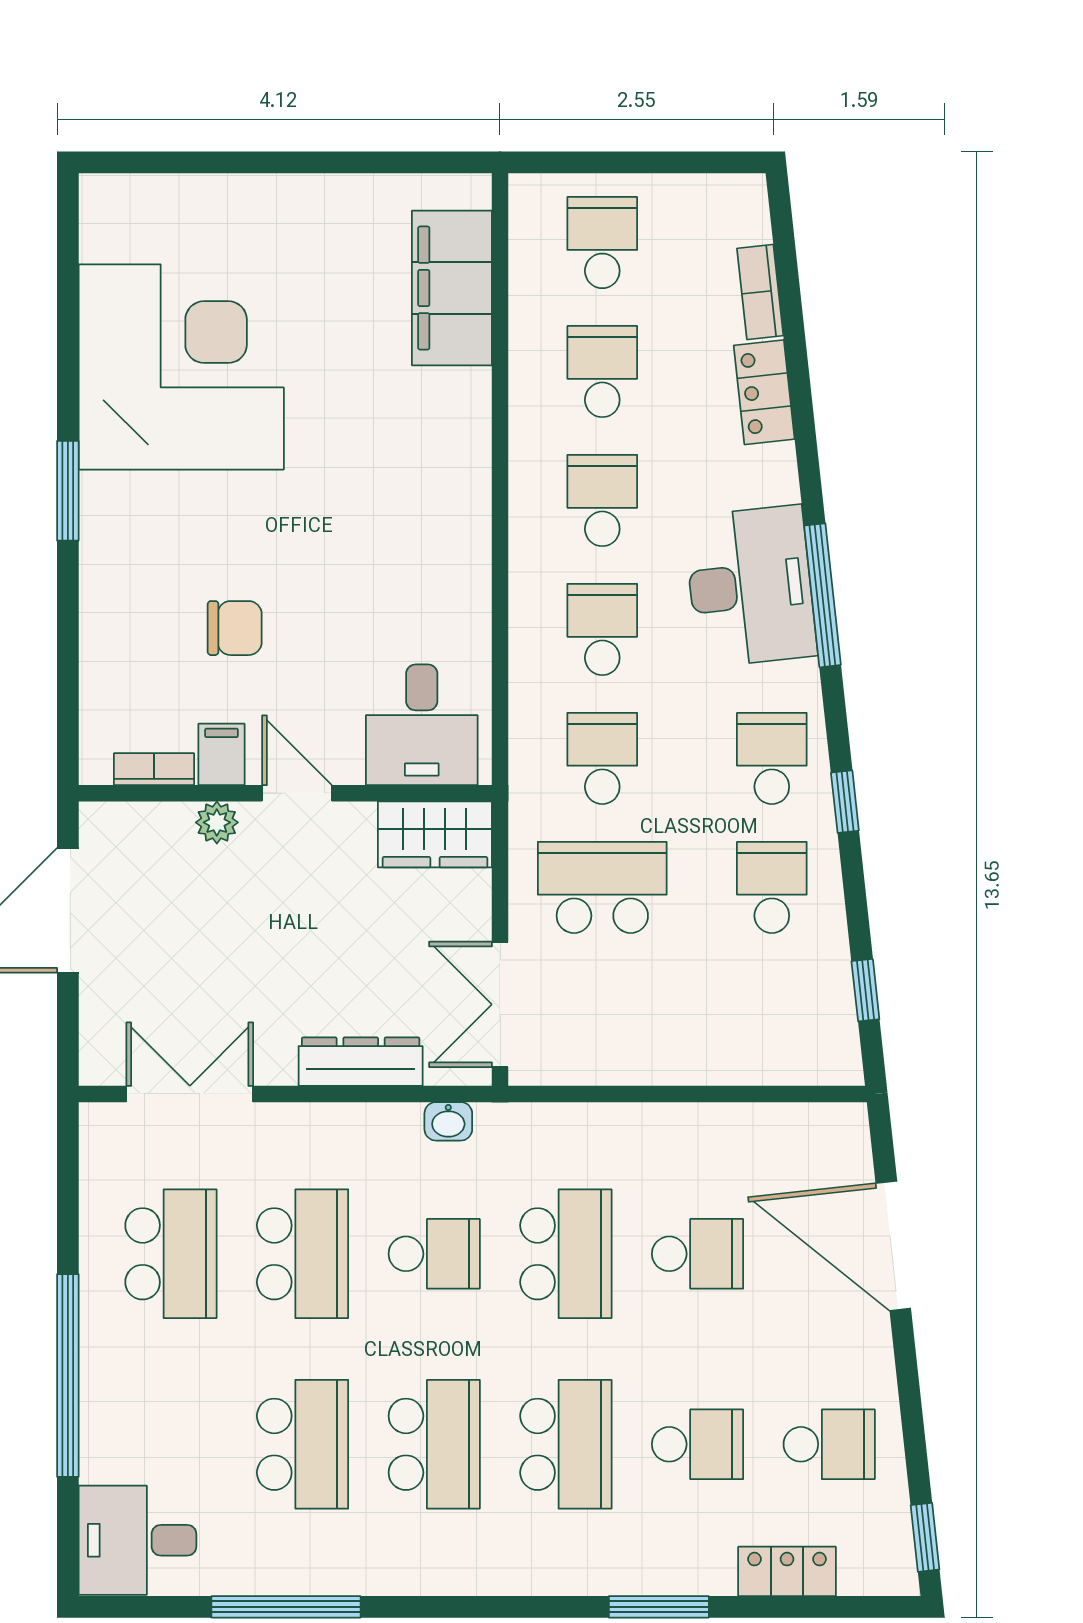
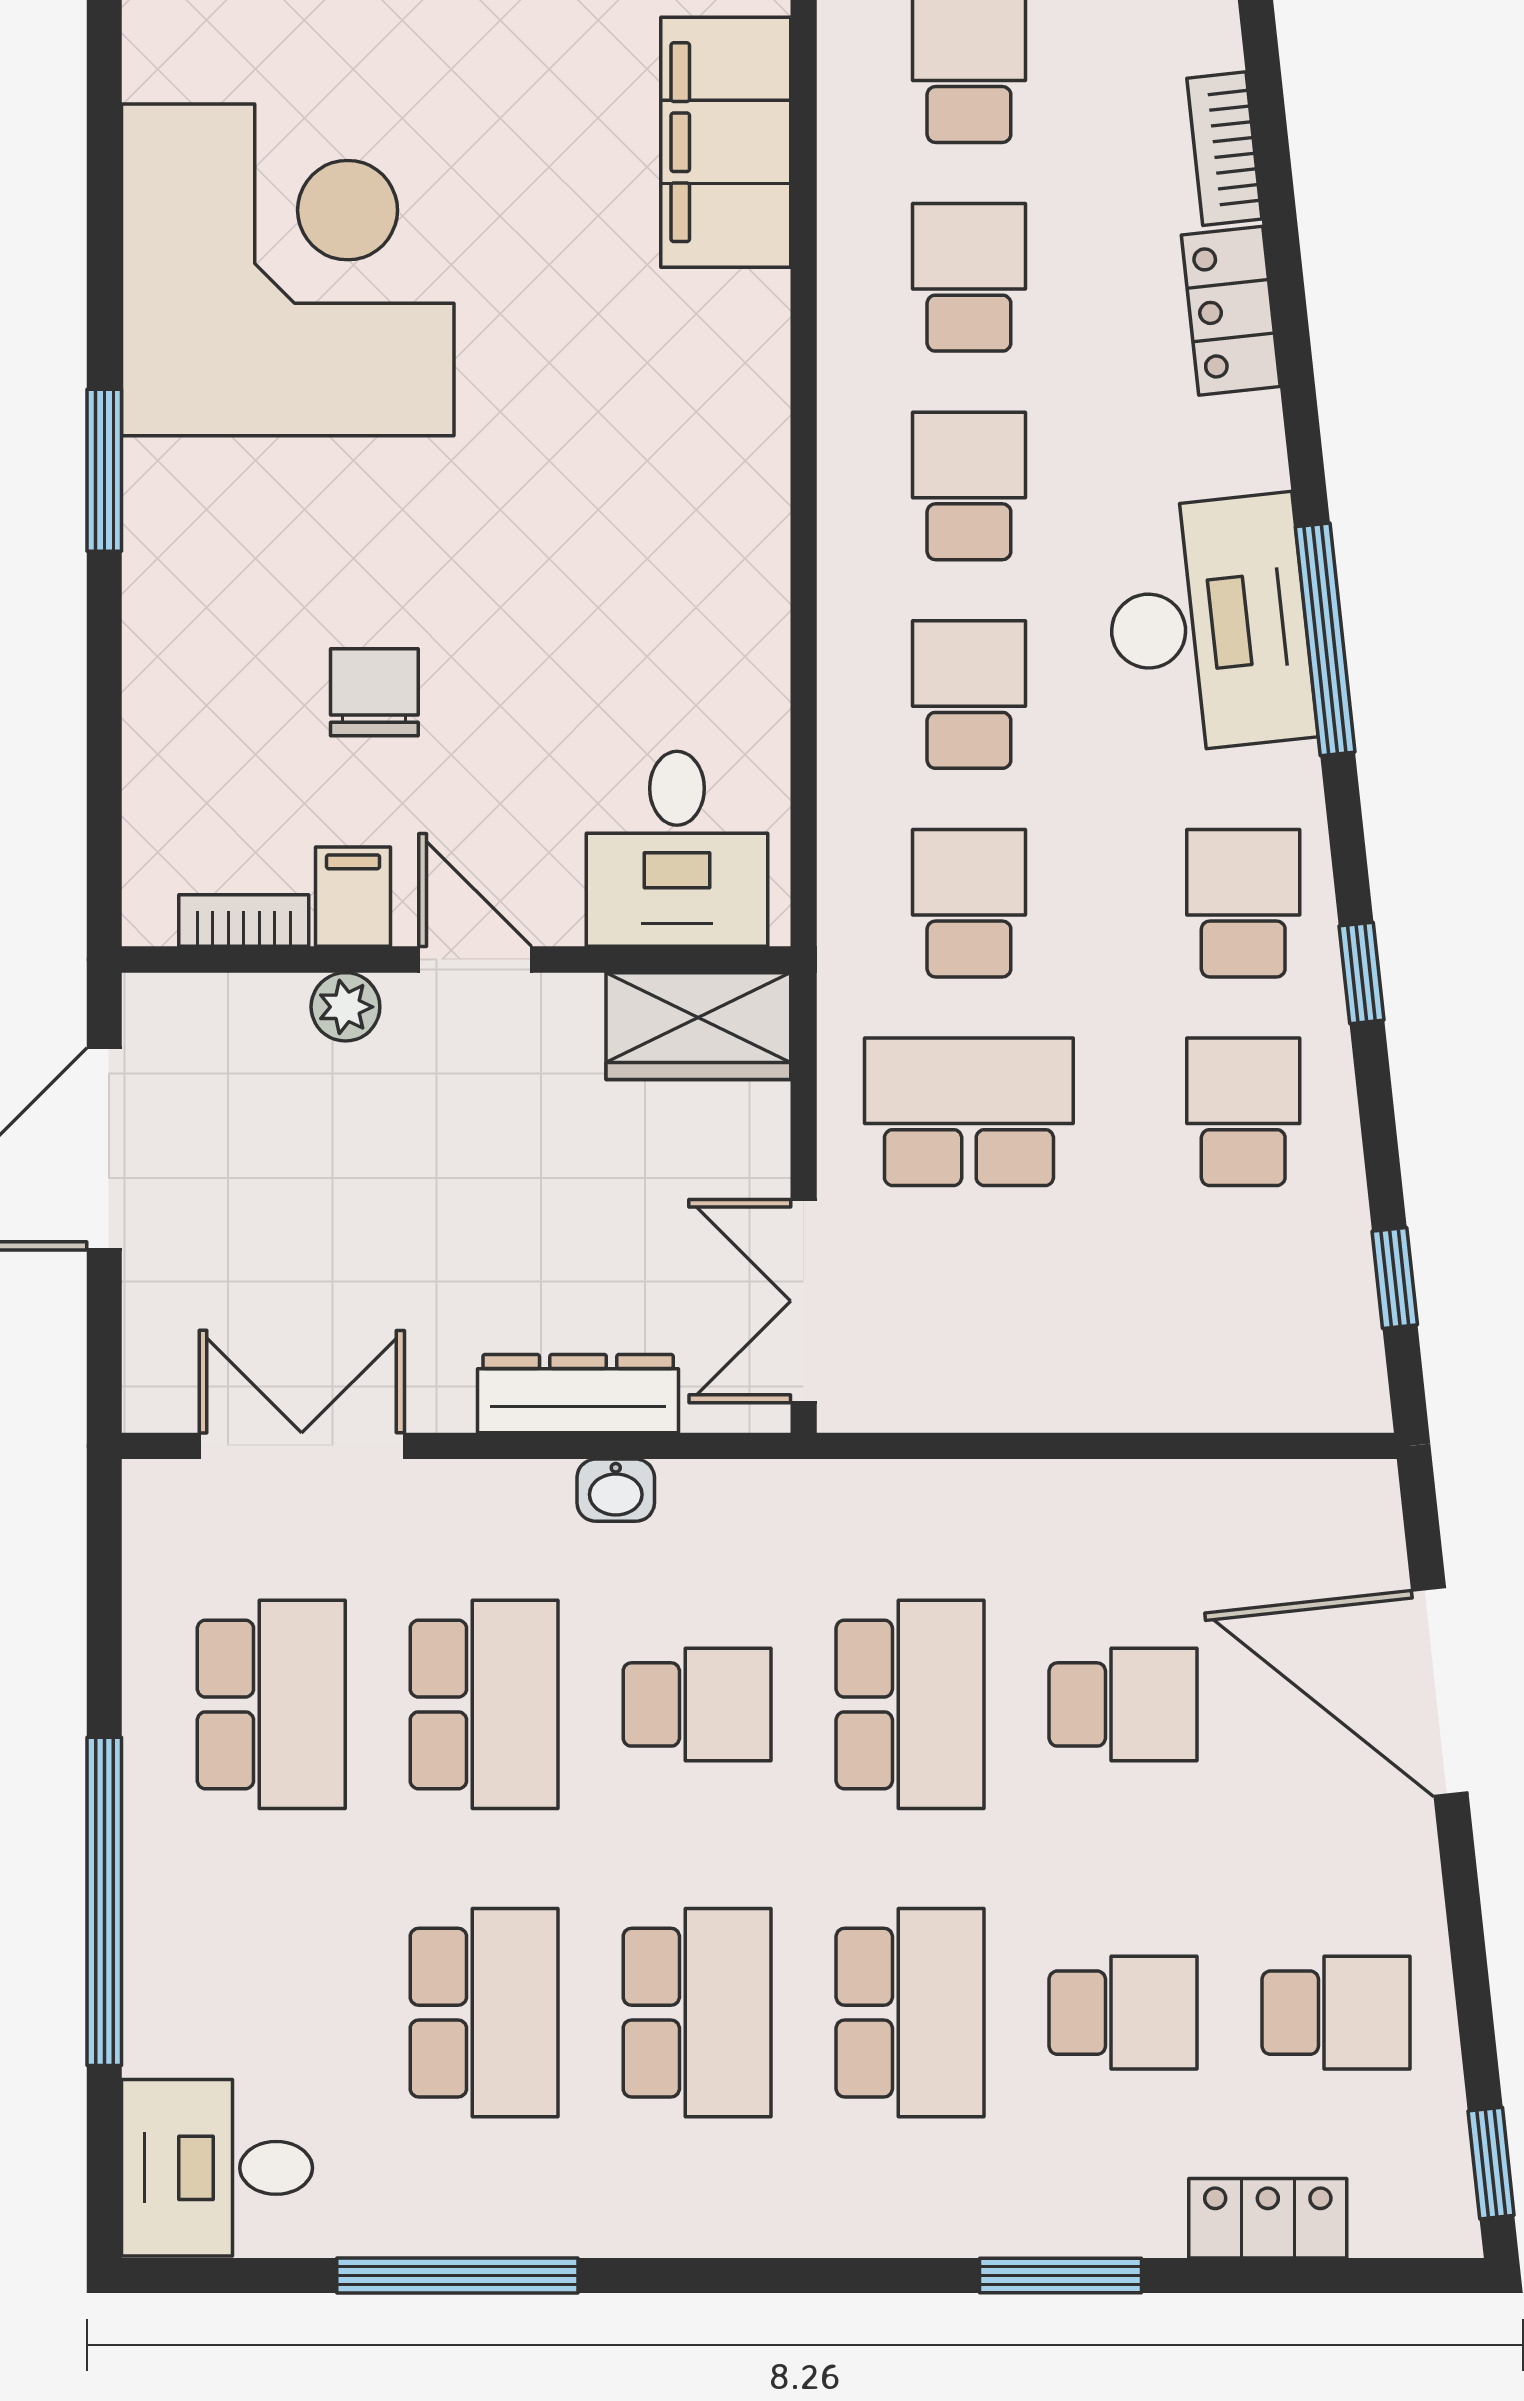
chair: (235, 628) -> (374, 692), turned -90
washbasin: (448, 1121) -> (616, 1490), moved

